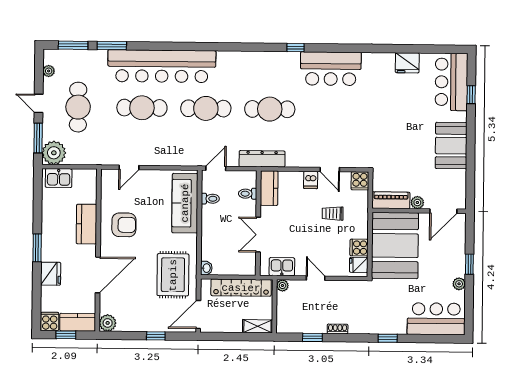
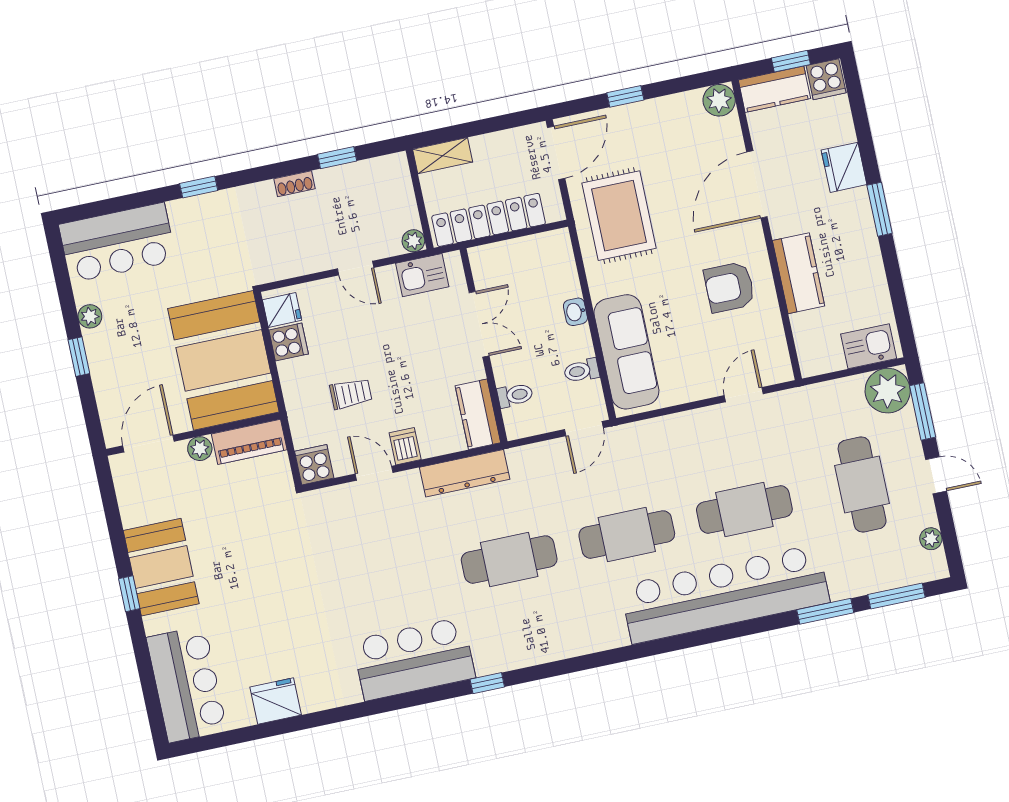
window: (471, 95) -> (129, 594), moved
dresser: (262, 159) -> (465, 473), moved
washbasin: (206, 268) -> (575, 312), moved

